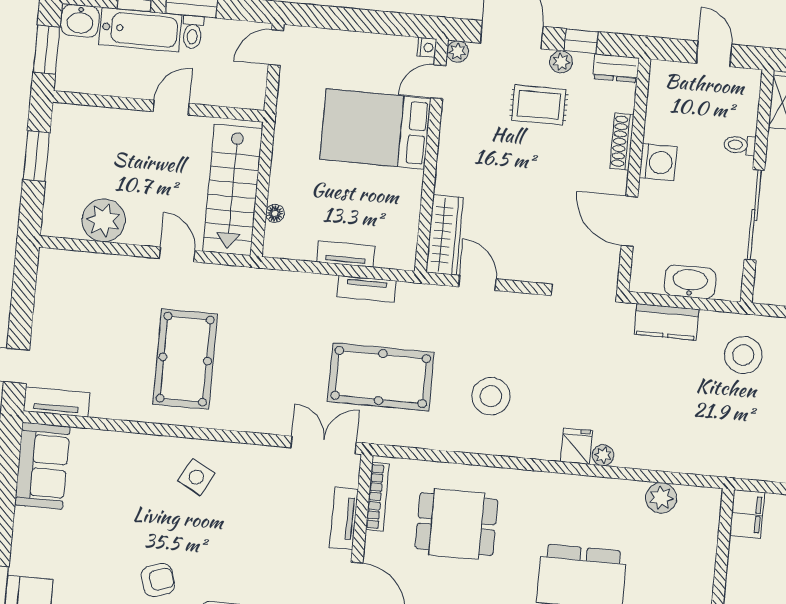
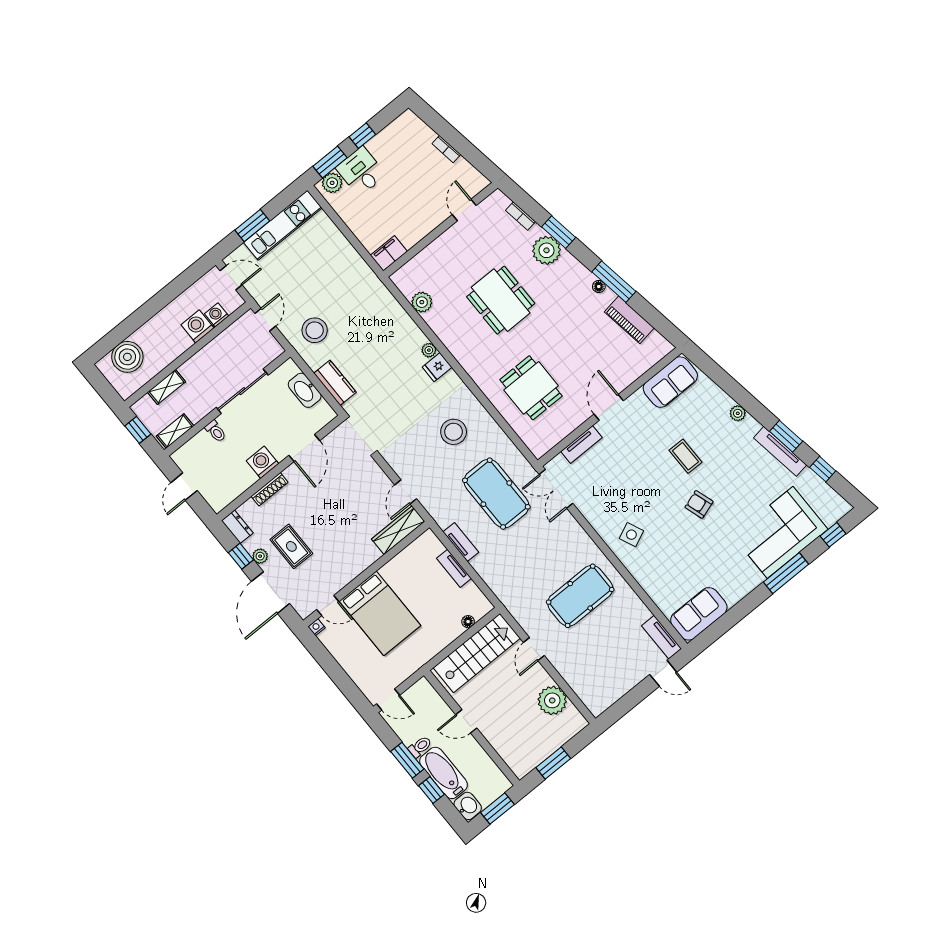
plant: (458, 51) -> (304, 611), removed
side table: (196, 477) -> (631, 535), turned 37
bookcase: (377, 497) -> (555, 439), removed

